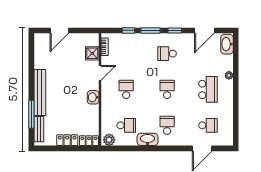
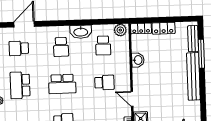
door: (100, 73) -> (132, 99), hinge flipped
school desk: (126, 89) -> (104, 83), turned -90
school desk: (167, 89) -> (62, 84), width x1.85
washbasin: (93, 97) -> (138, 60), moved
school desk: (126, 125) -> (103, 46), turned -90

